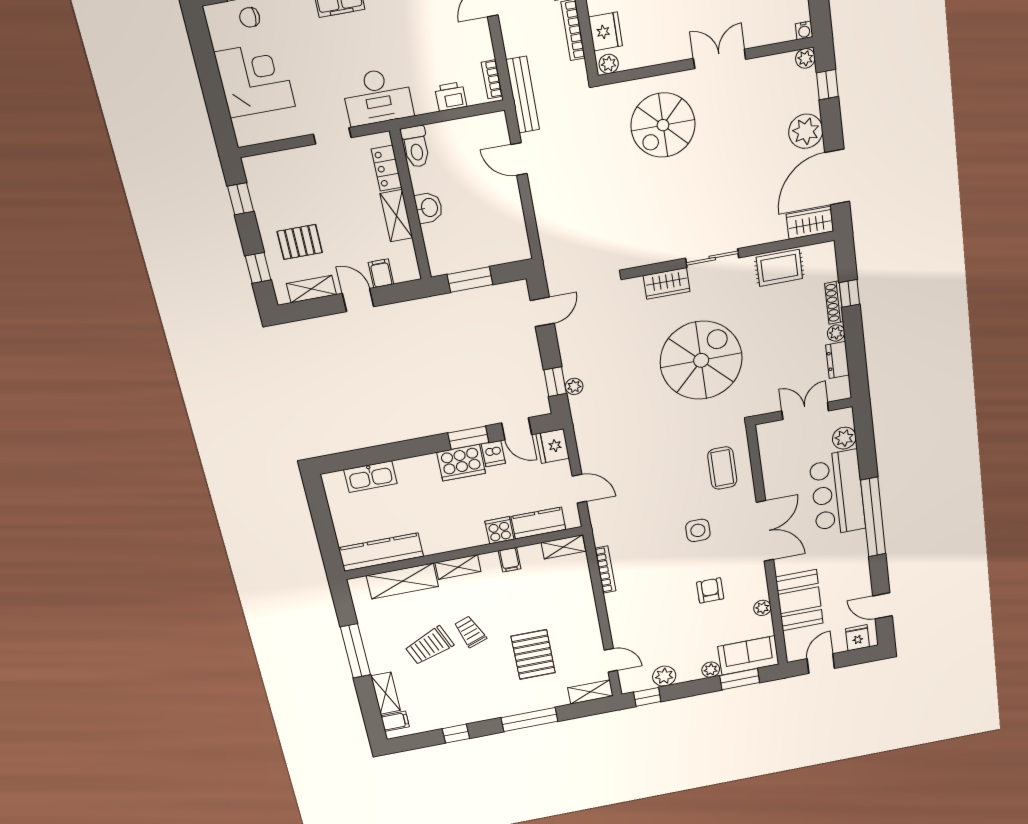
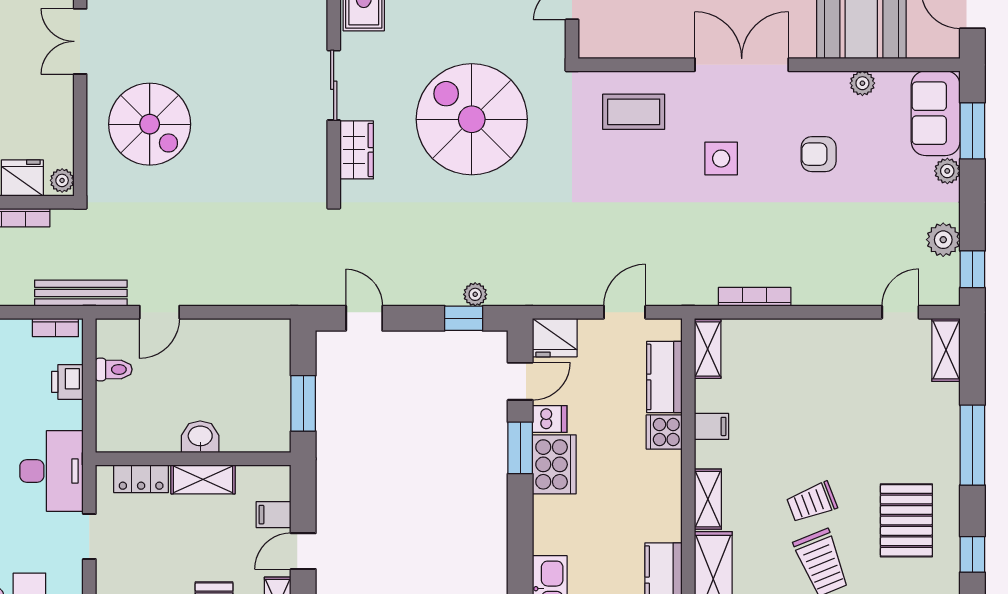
toilet: (416, 147) -> (114, 369), moved, width x0.73, depth x0.72
pallet: (533, 655) -> (906, 520), moved, turned 90

